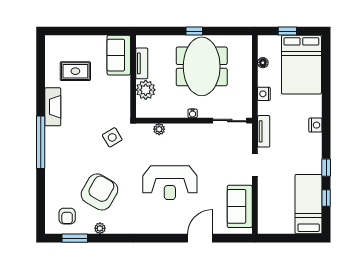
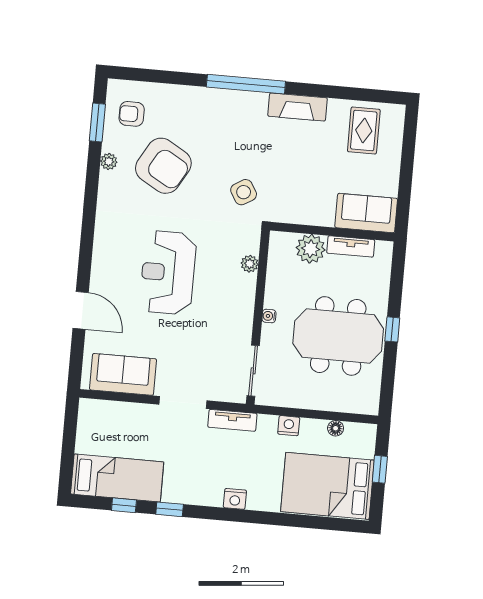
rug: (75, 71) -> (364, 130), moved
doorway: (255, 165) -> (183, 403), width x1.38

